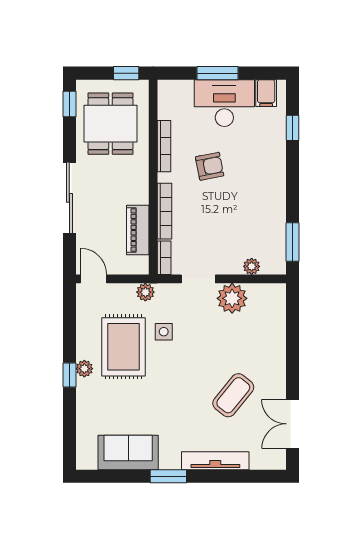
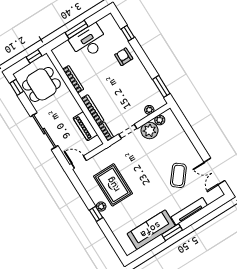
filing cabinet: (266, 93) -> (105, 25), removed
dining table: (110, 124) -> (41, 84), turned 90
armchair: (210, 166) -> (124, 57), moved, turned -79
plant: (145, 292) -> (160, 120), moved
side table: (164, 332) -> (127, 166), removed
sofa: (128, 452) -> (151, 230), width x1.36

